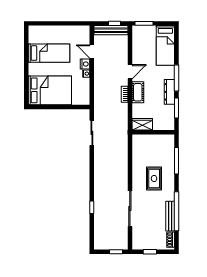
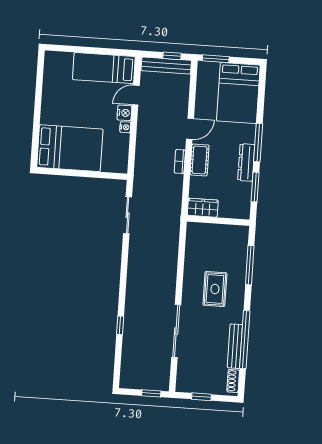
bed: (165, 45) -> (238, 93), width x1.50
door: (92, 52) -> (136, 95), hinge flipped
bed: (49, 53) -> (104, 68), moved, turned 180

